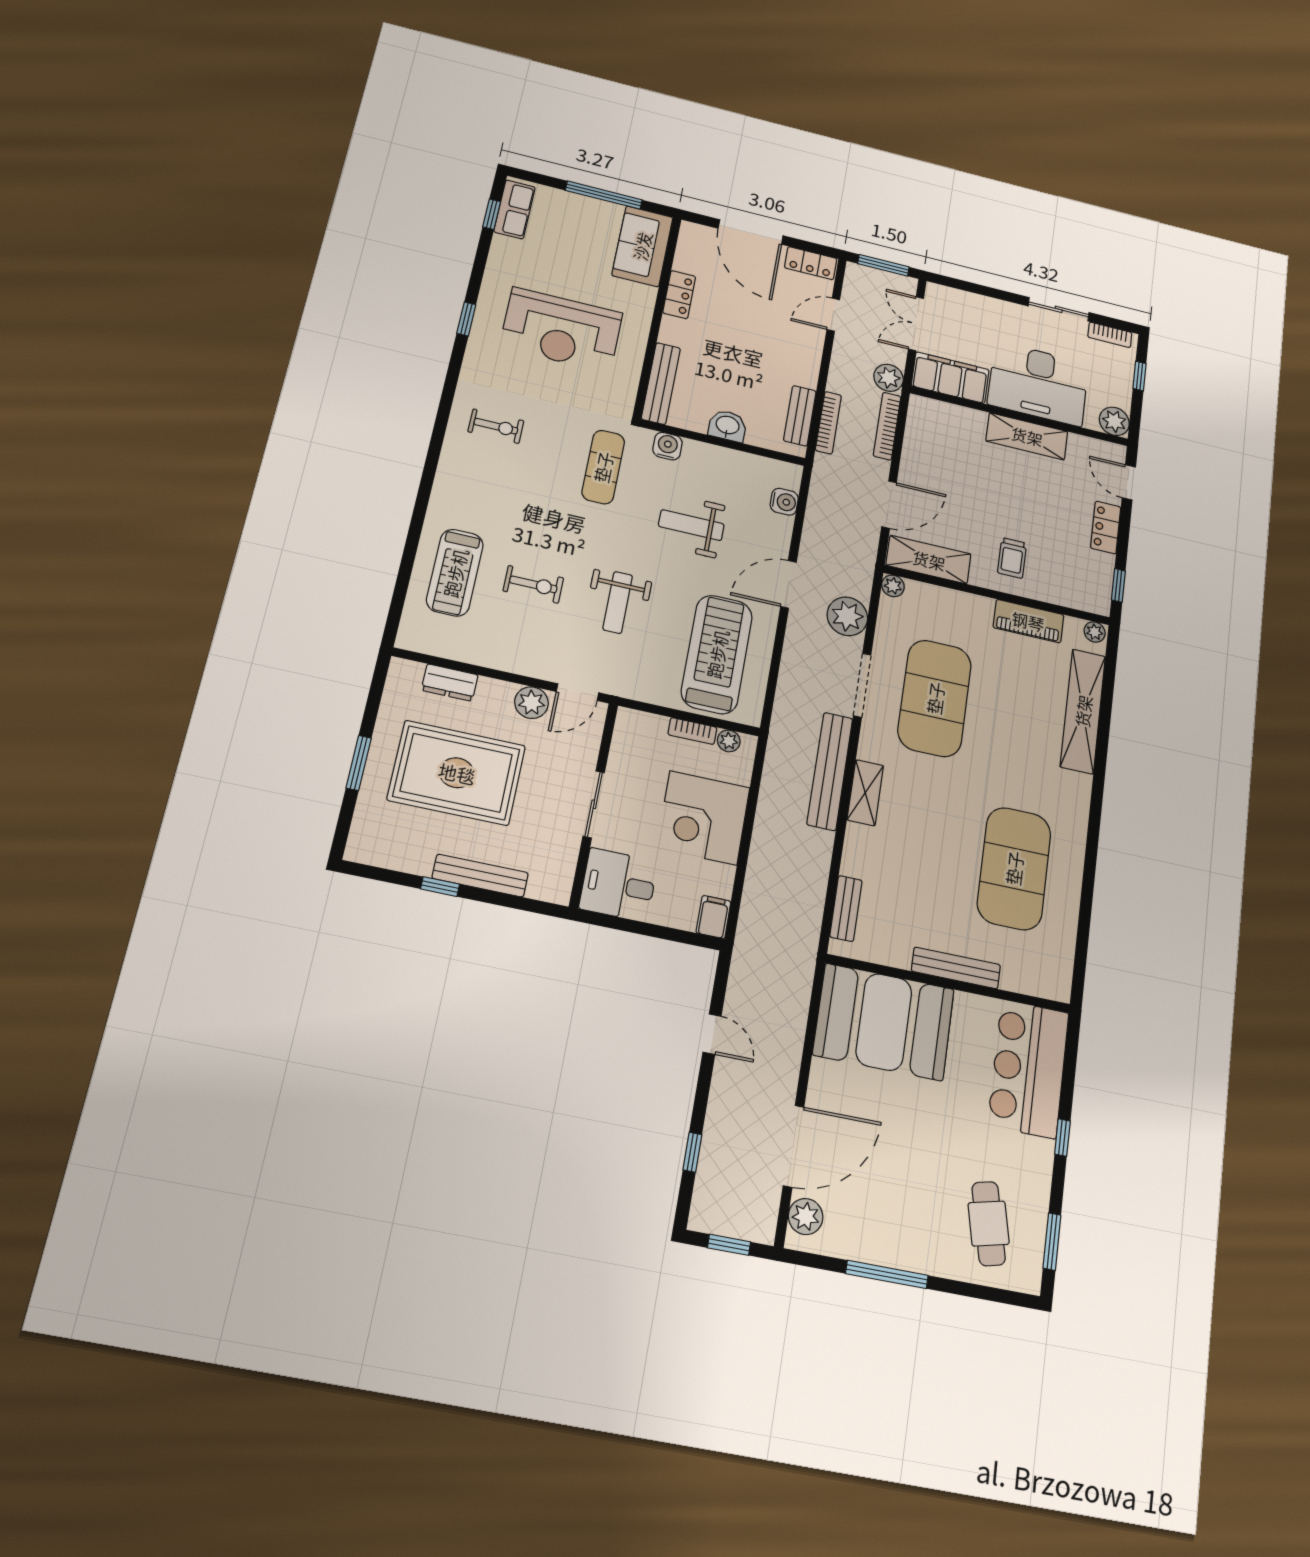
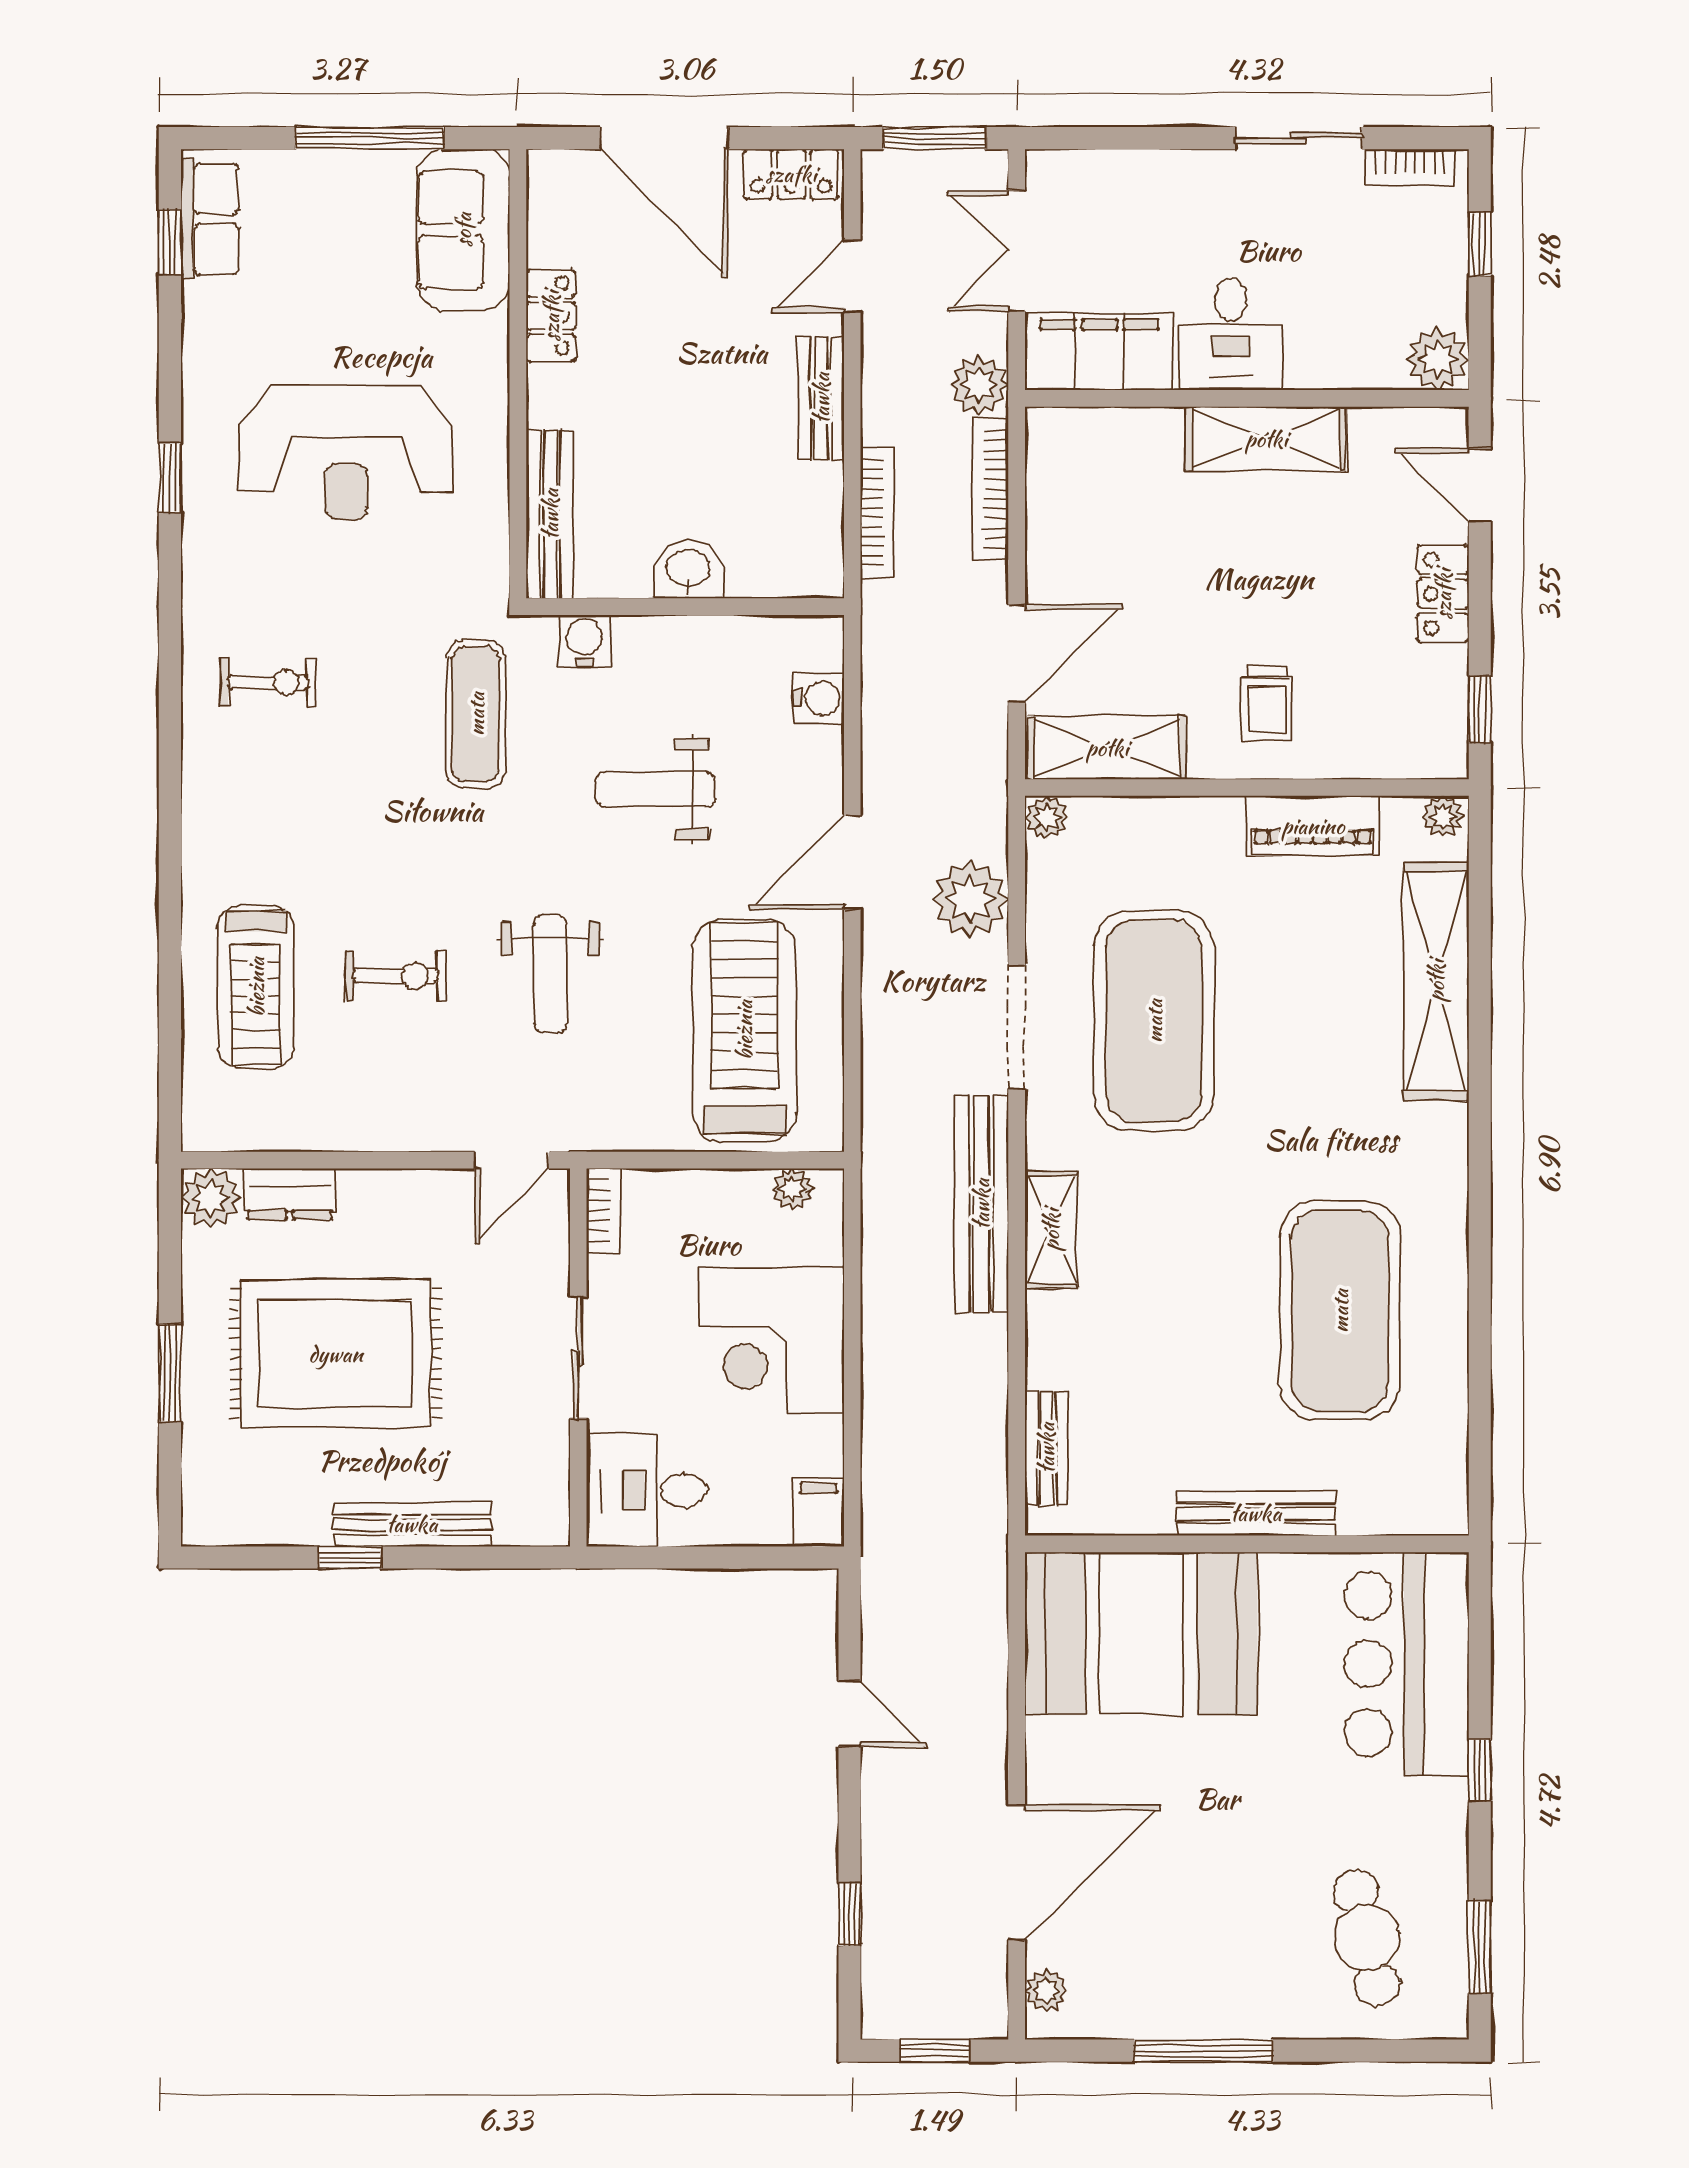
desk: (1038, 384) -> (1231, 334), width x0.53, depth x0.77
bench: (800, 416) -> (821, 398), moved
plant: (532, 703) -> (210, 1198), moved
bookcase: (692, 731) -> (603, 1211), moved, turned -90
plant: (806, 1217) -> (1046, 1991), width x0.73, depth x0.73

